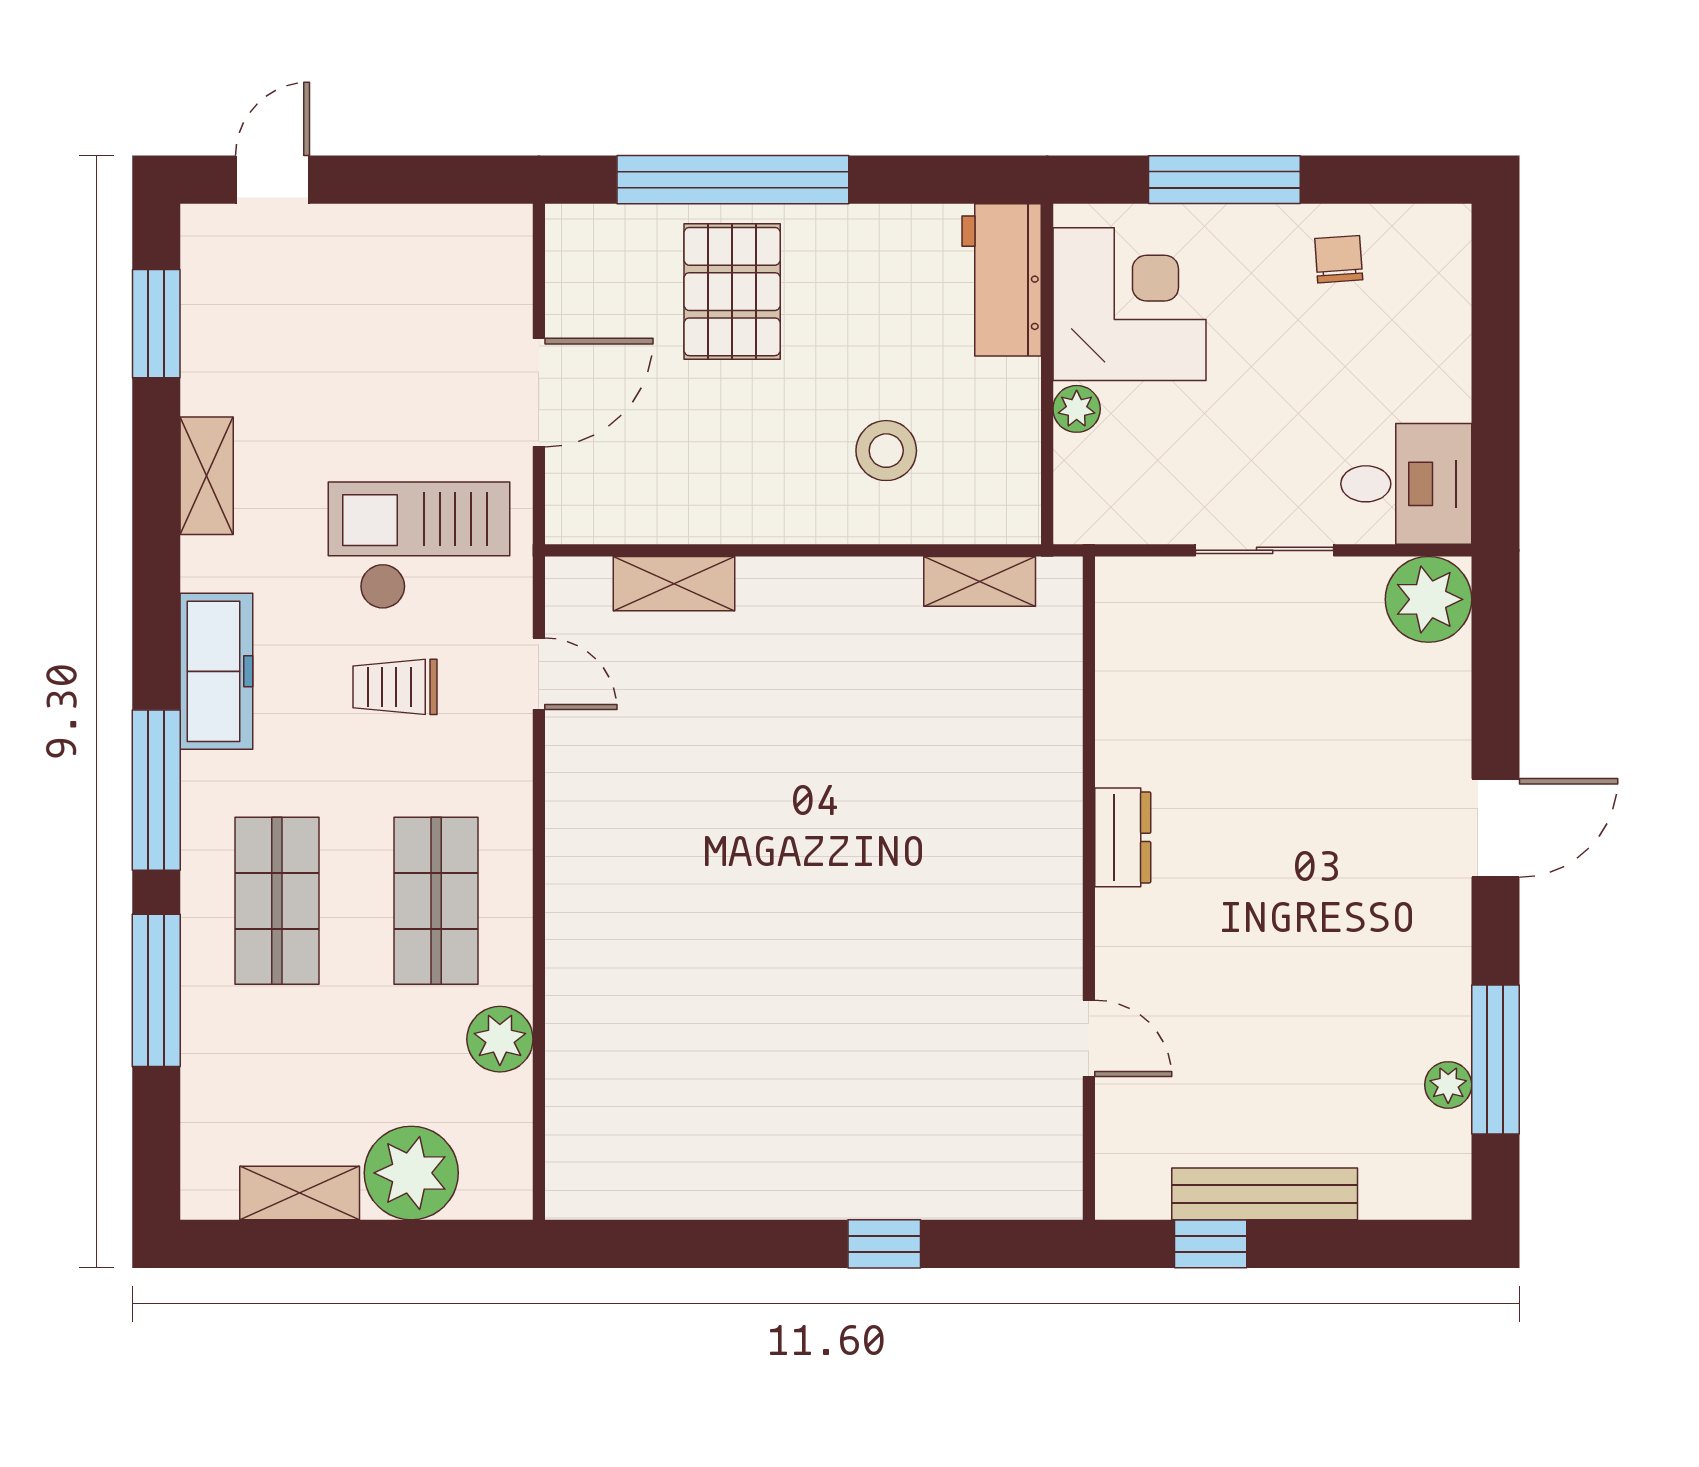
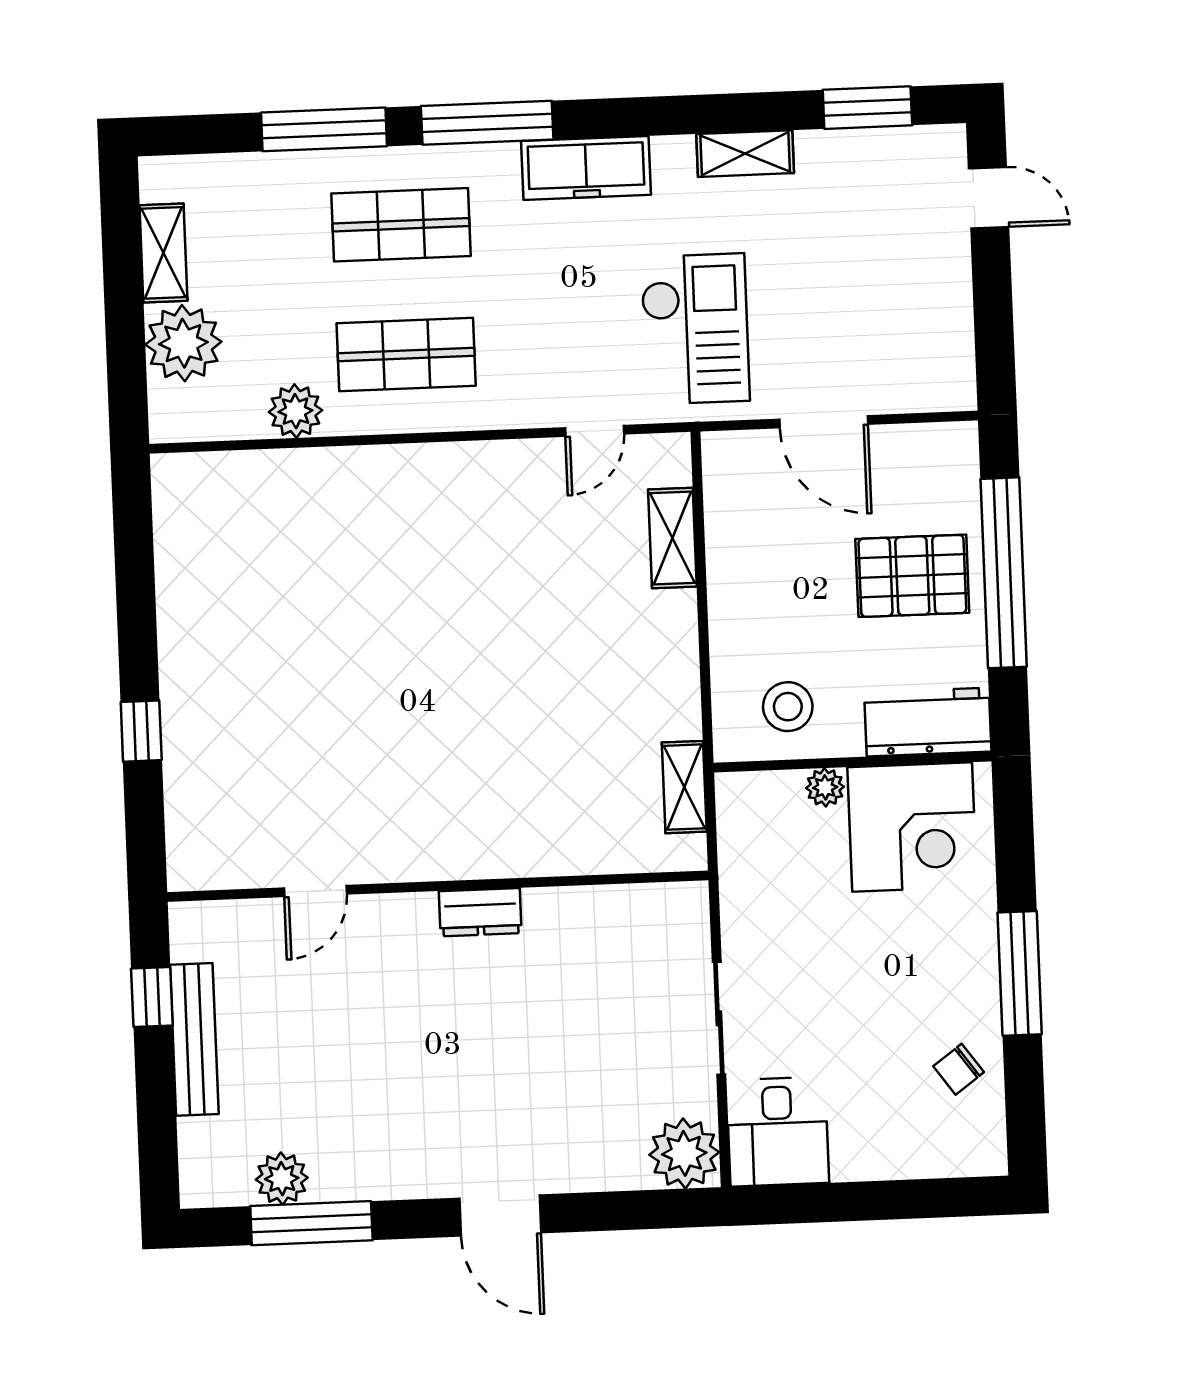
chair: (1339, 259) -> (959, 1069), turned 148
workbench: (1002, 280) -> (928, 722), moved
corner desk: (1129, 304) -> (912, 827), moved
wall: (1047, 374) -> (853, 762), moved
plant: (1077, 409) -> (825, 787), moved
trolley: (395, 687) -> (579, 314), removed
plant: (1448, 1085) -> (282, 1179), width x1.38, depth x1.38

